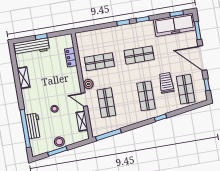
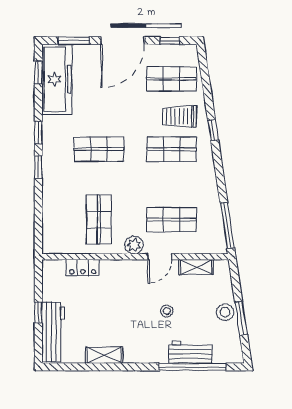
shop shelf: (139, 55) -> (99, 149), turned 90
trolley: (166, 83) -> (179, 116), moved

